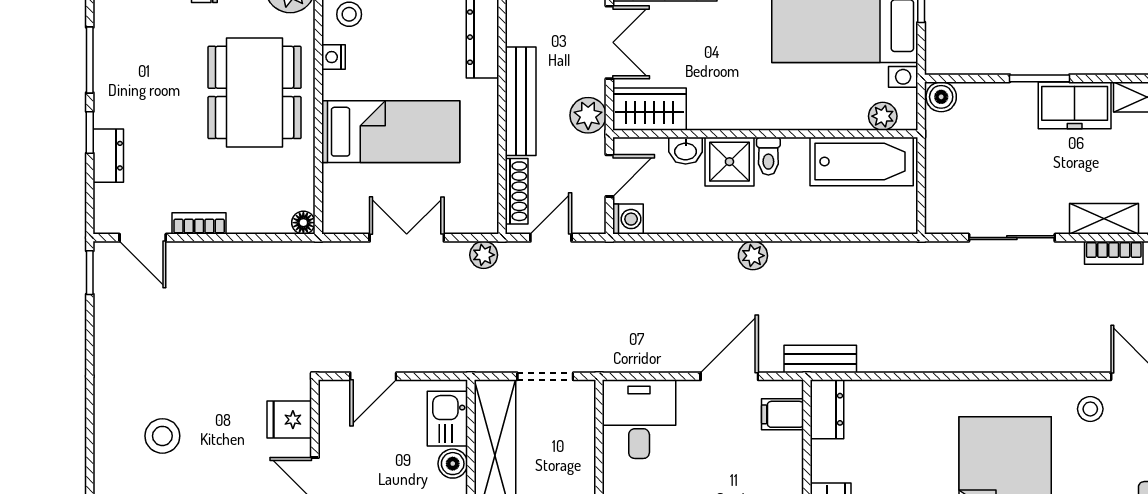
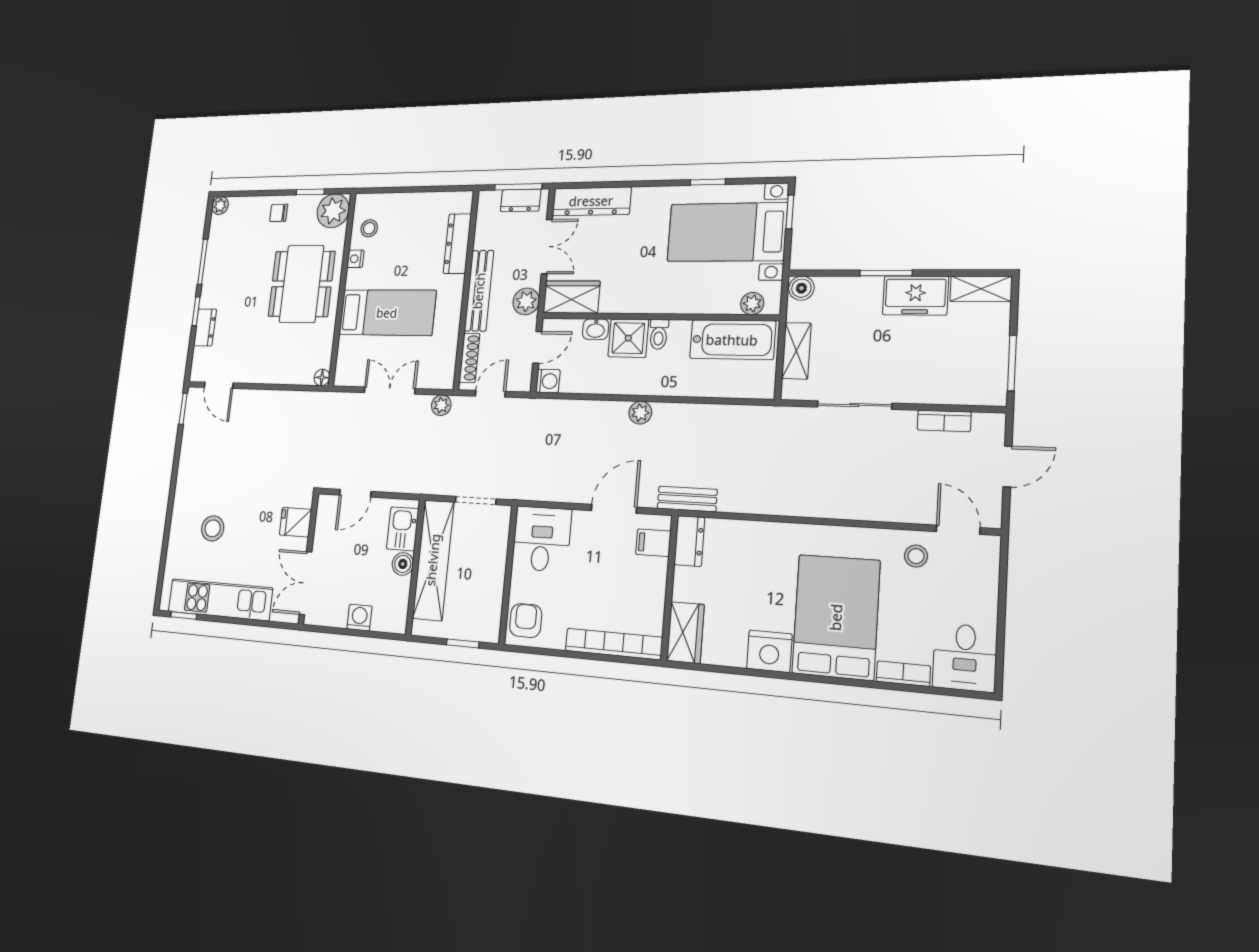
shelving: (1104, 219) -> (796, 351), moved, turned 90
bookcase: (199, 223) -> (255, 376), removed

